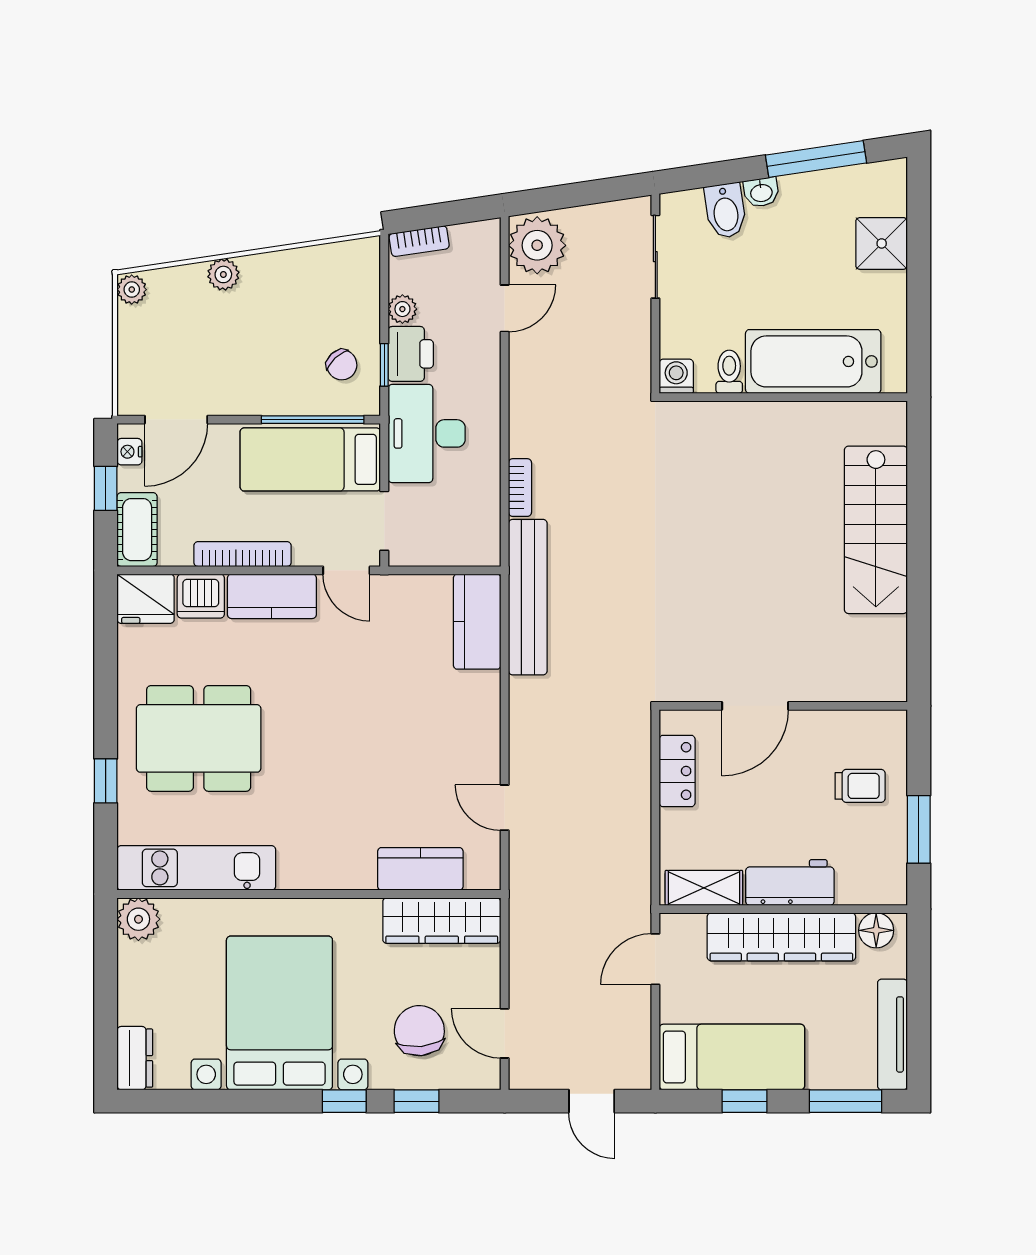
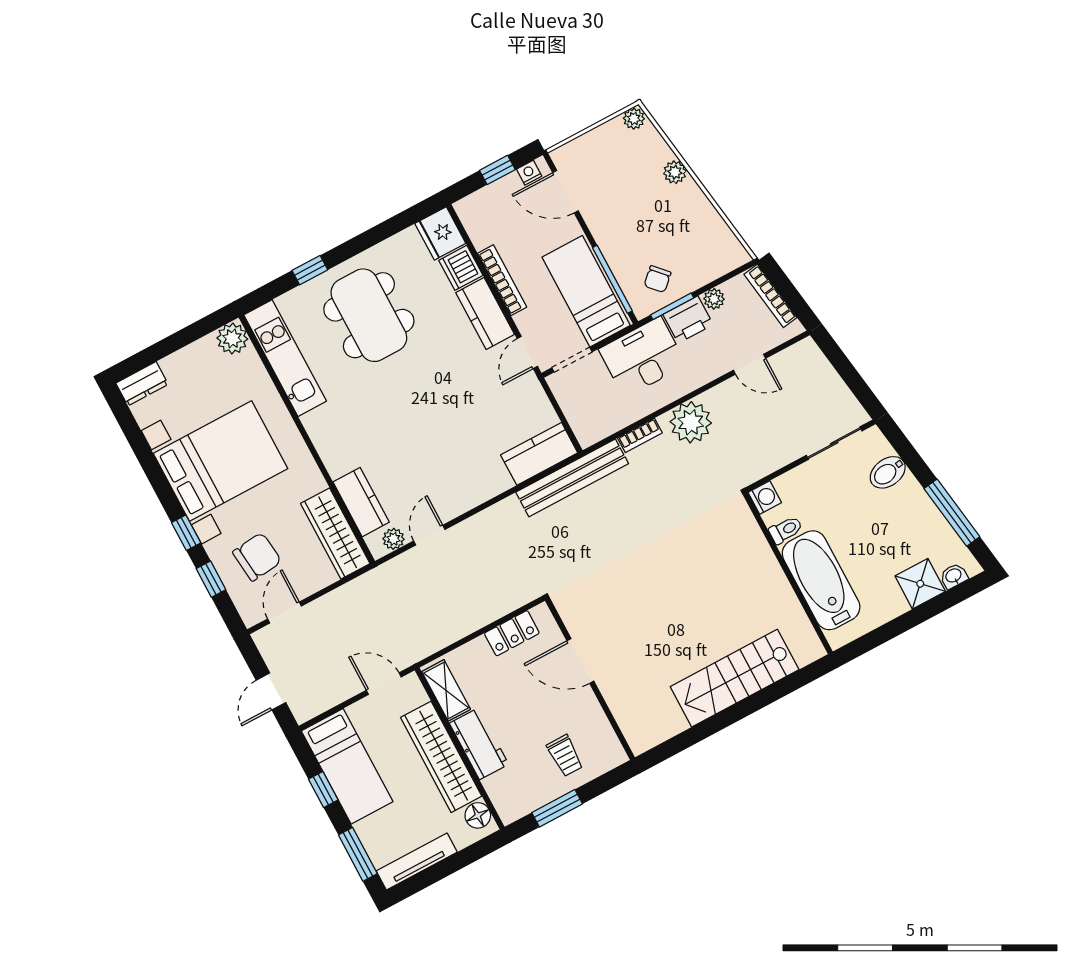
washbasin: (761, 192) -> (954, 576), moved, turned 98
bookcase: (419, 241) -> (770, 296), width x1.56
plant: (537, 245) -> (691, 422), moved
window: (384, 365) -> (672, 306), width x1.50
cot: (137, 530) -> (482, 204), removed
plant: (486, 853) -> (394, 539), added

